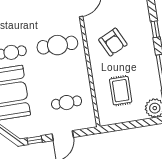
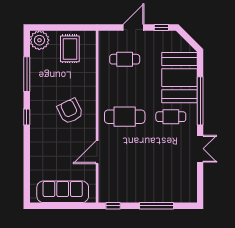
rug: (121, 91) -> (70, 49), moved

